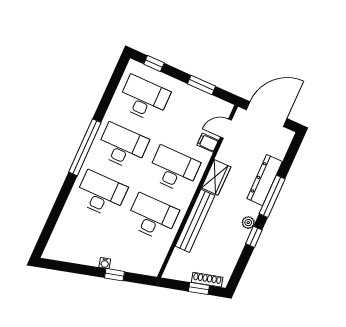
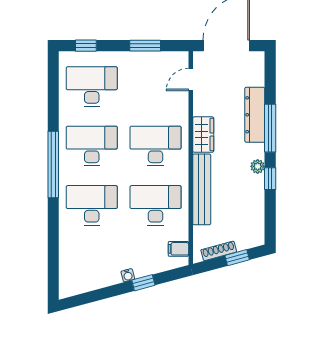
filing cabinet: (208, 143) -> (178, 249), moved
shoe rack: (207, 280) -> (219, 251), moved

